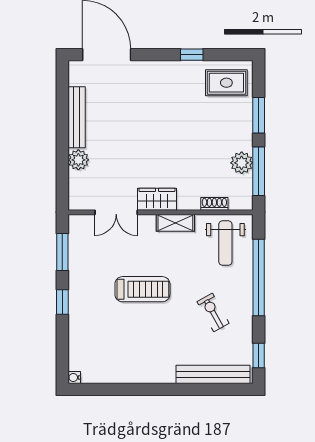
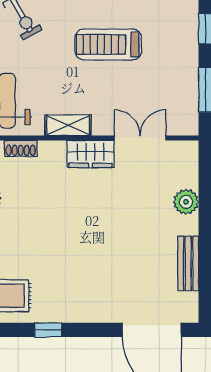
bench: (77, 117) -> (188, 264), width x0.73

